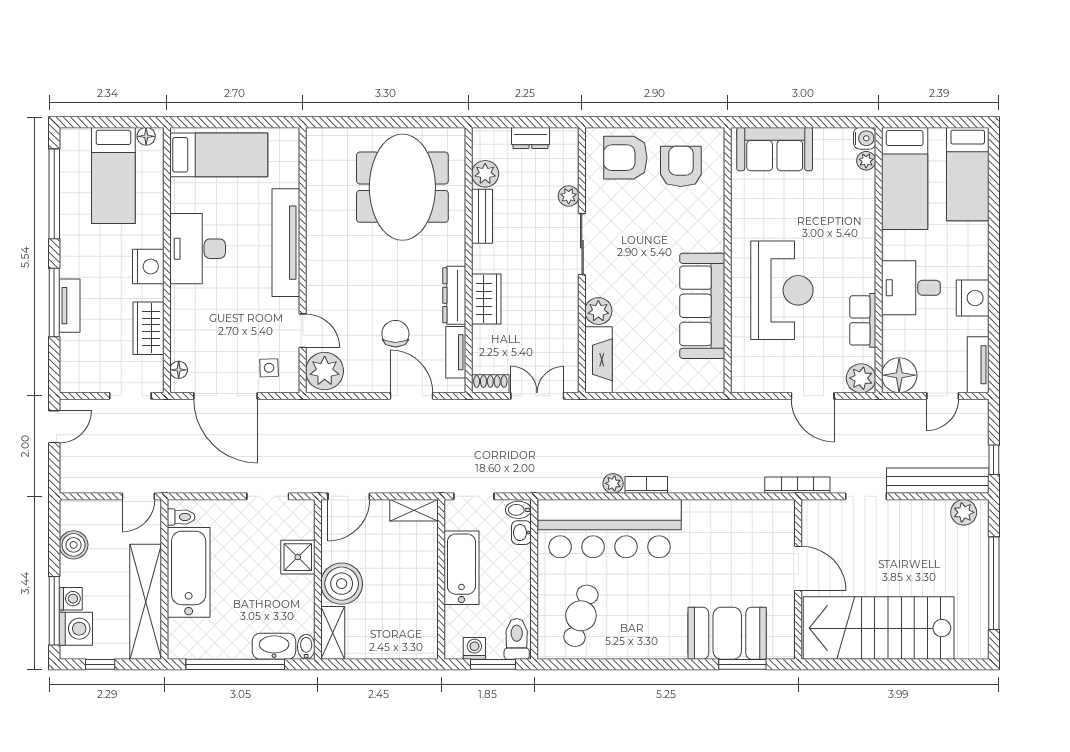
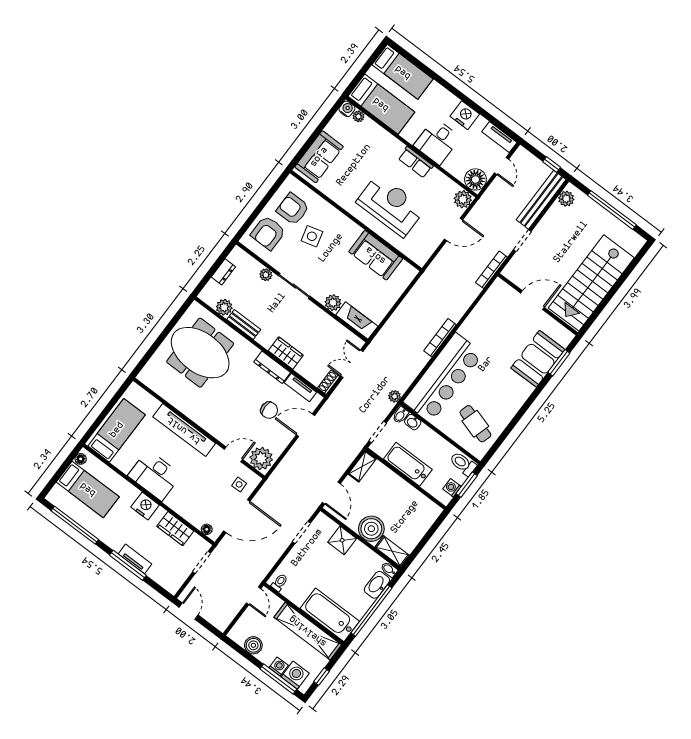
side table: (664, 218) -> (312, 236), added
sofa: (702, 306) -> (376, 255), width x0.73
row of seats: (863, 320) -> (416, 162), moved
chair: (395, 334) -> (269, 410), turned 180
plant: (613, 483) -> (395, 396), moved
bookcase: (646, 485) -> (440, 338), width x1.56
bathtub: (189, 572) -> (330, 615), moved

